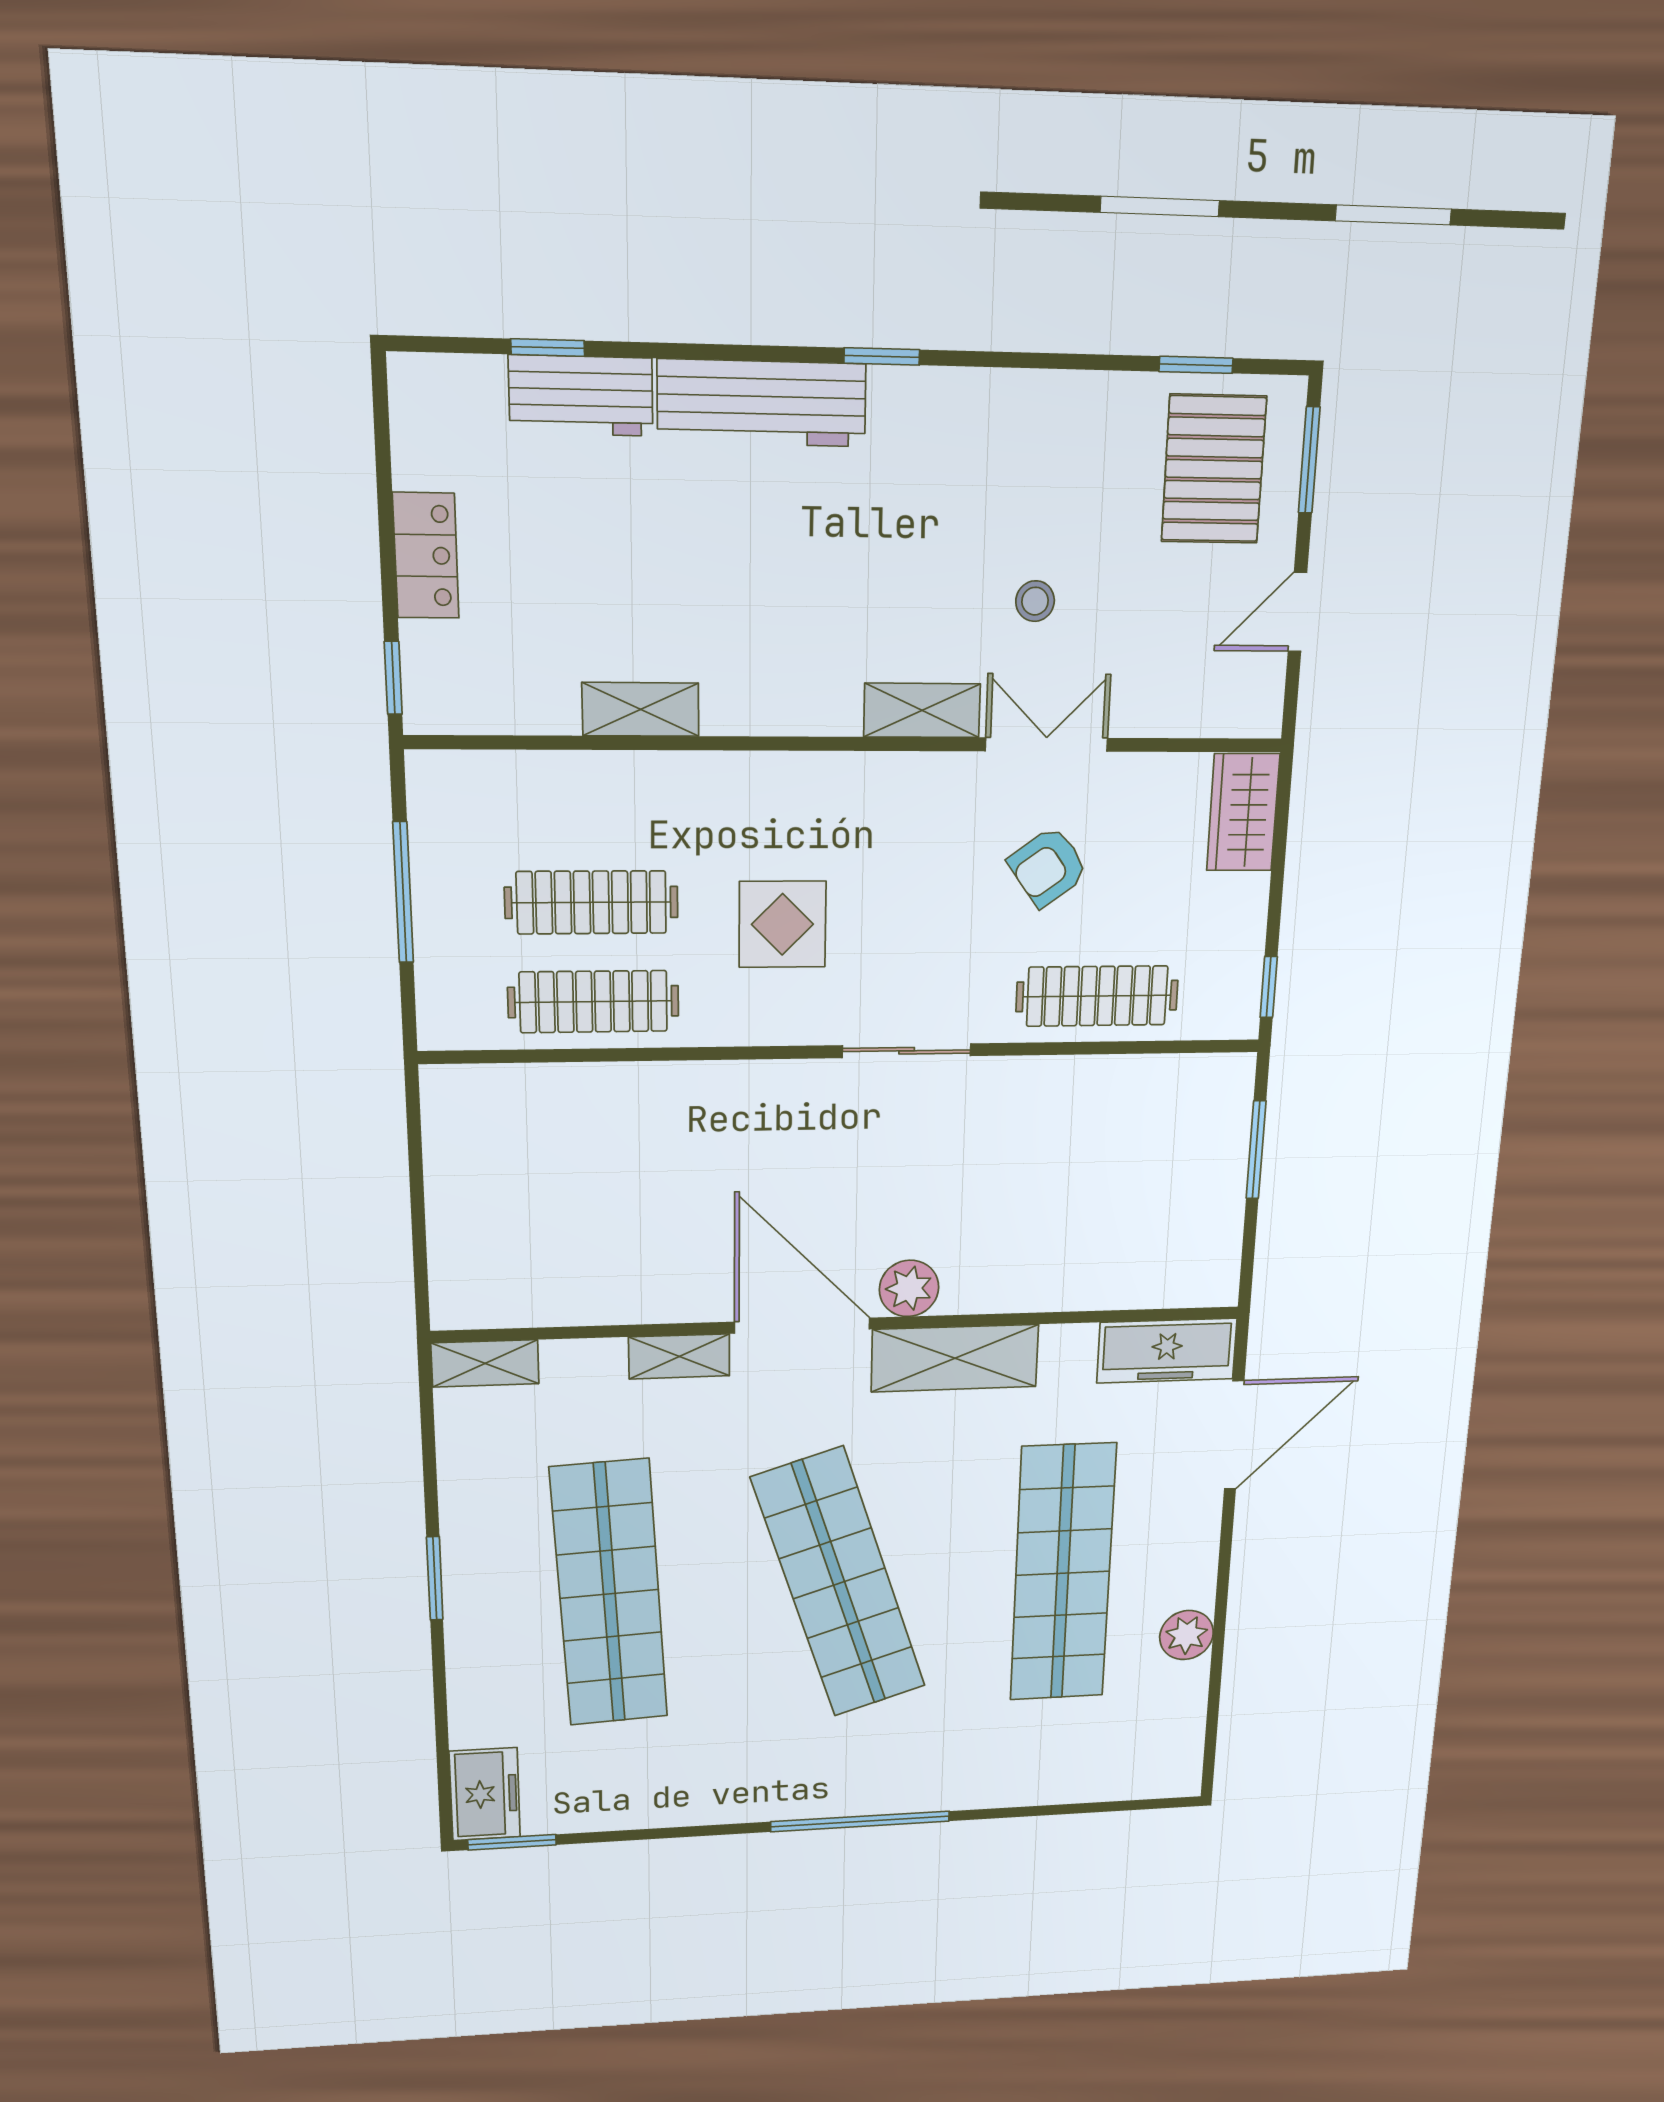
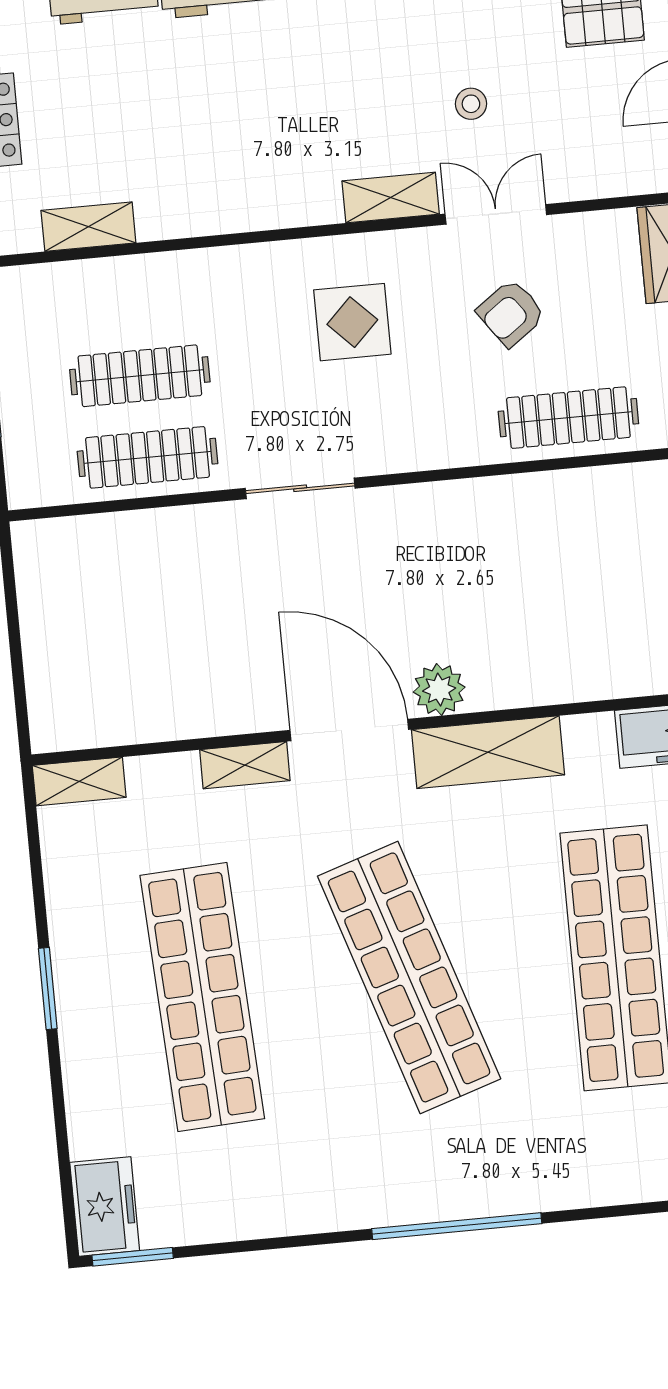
shelving: (641, 709) -> (88, 227), moved
display table: (782, 924) -> (352, 322), moved
sliding door: (907, 1051) -> (300, 488), moved

